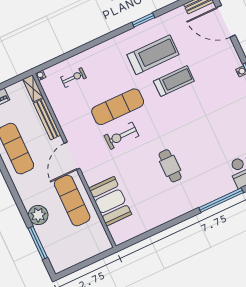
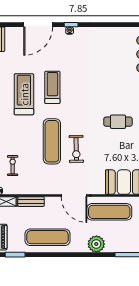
door: (226, 21) -> (38, 25), moved
bench: (47, 119) -> (31, 202), width x0.73
plant: (38, 215) -> (96, 244), moved

